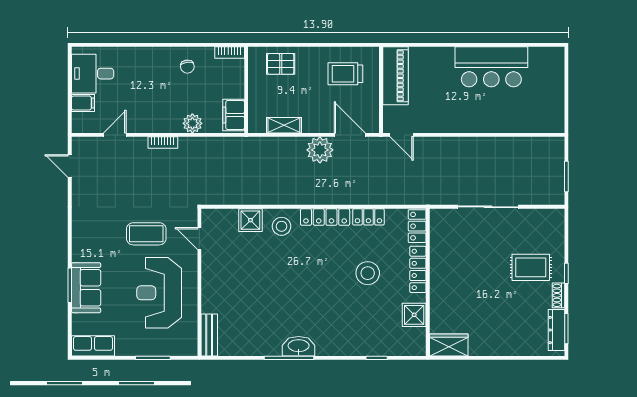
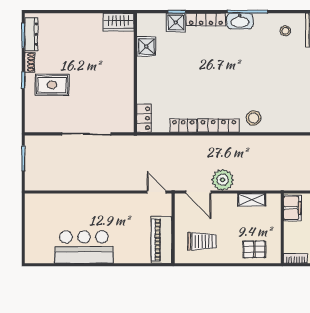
shower: (250, 220) -> (176, 22), moved
locker: (418, 269) -> (206, 20), moved, turned 90
stool: (368, 273) -> (285, 31), moved, width x0.53, depth x0.53

